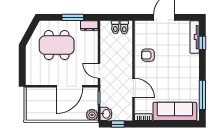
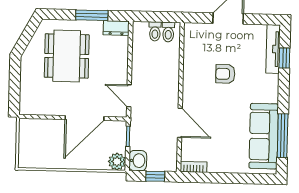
dining table: (57, 45) -> (67, 56), turned 90
armchair: (148, 55) -> (225, 74), moved
sofa: (175, 111) -> (264, 136), moved, turned -90

